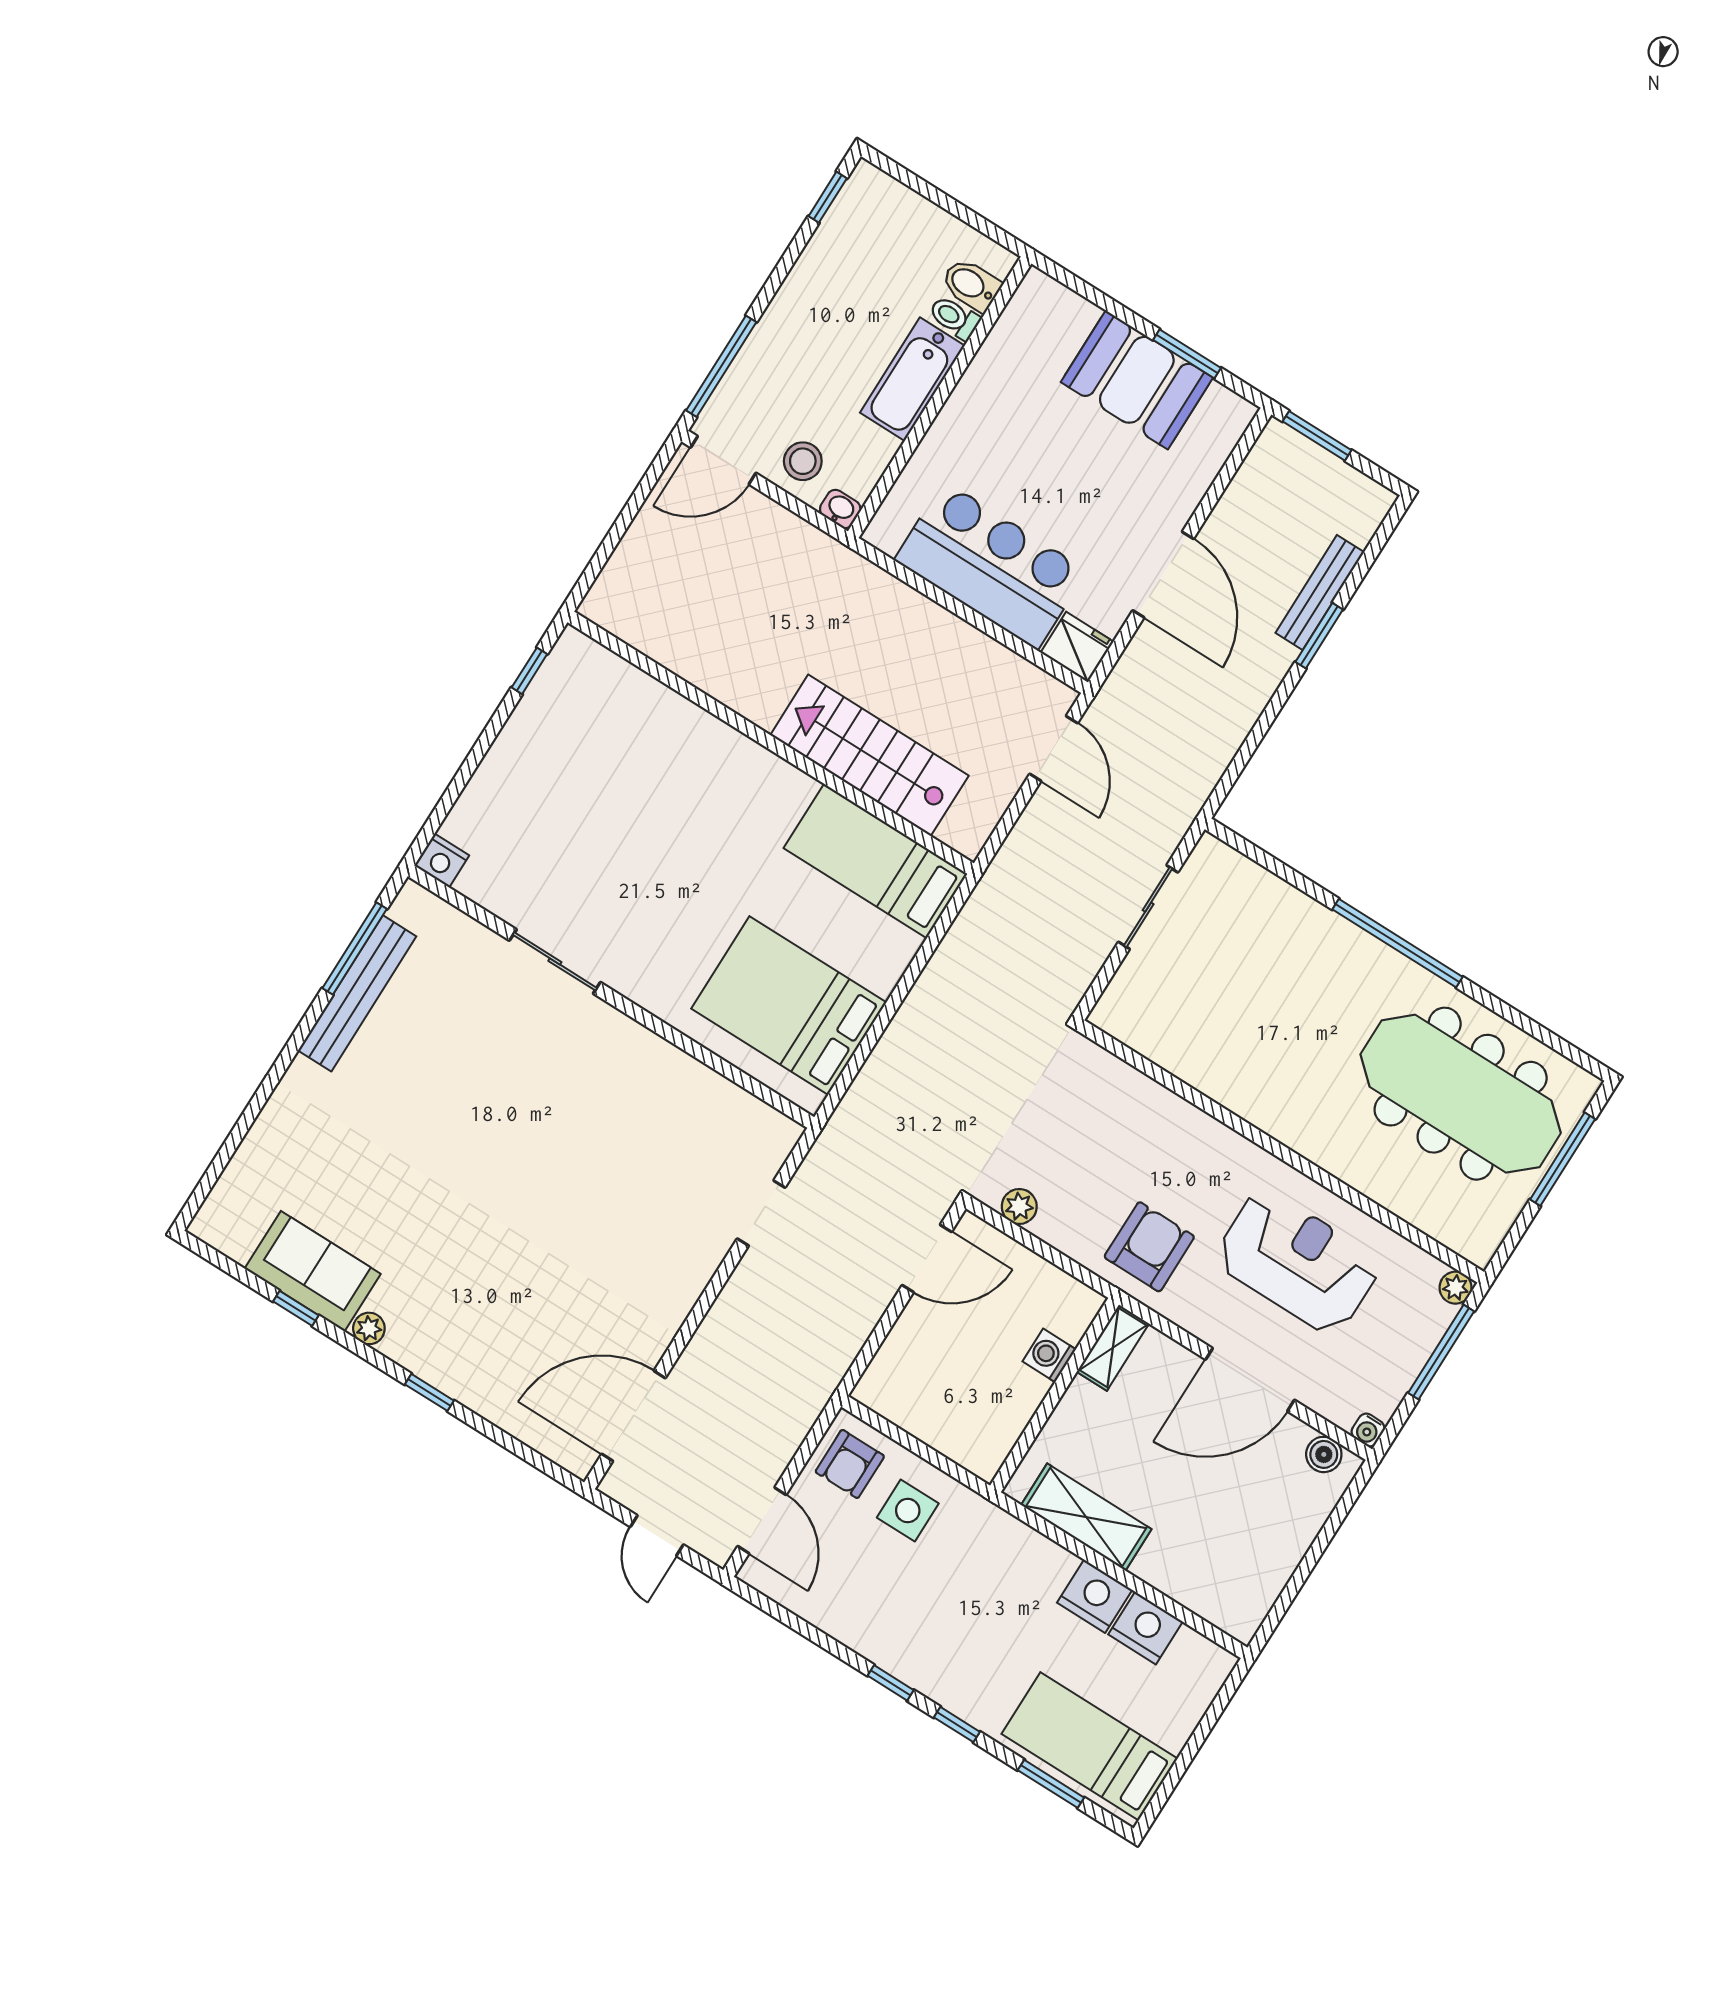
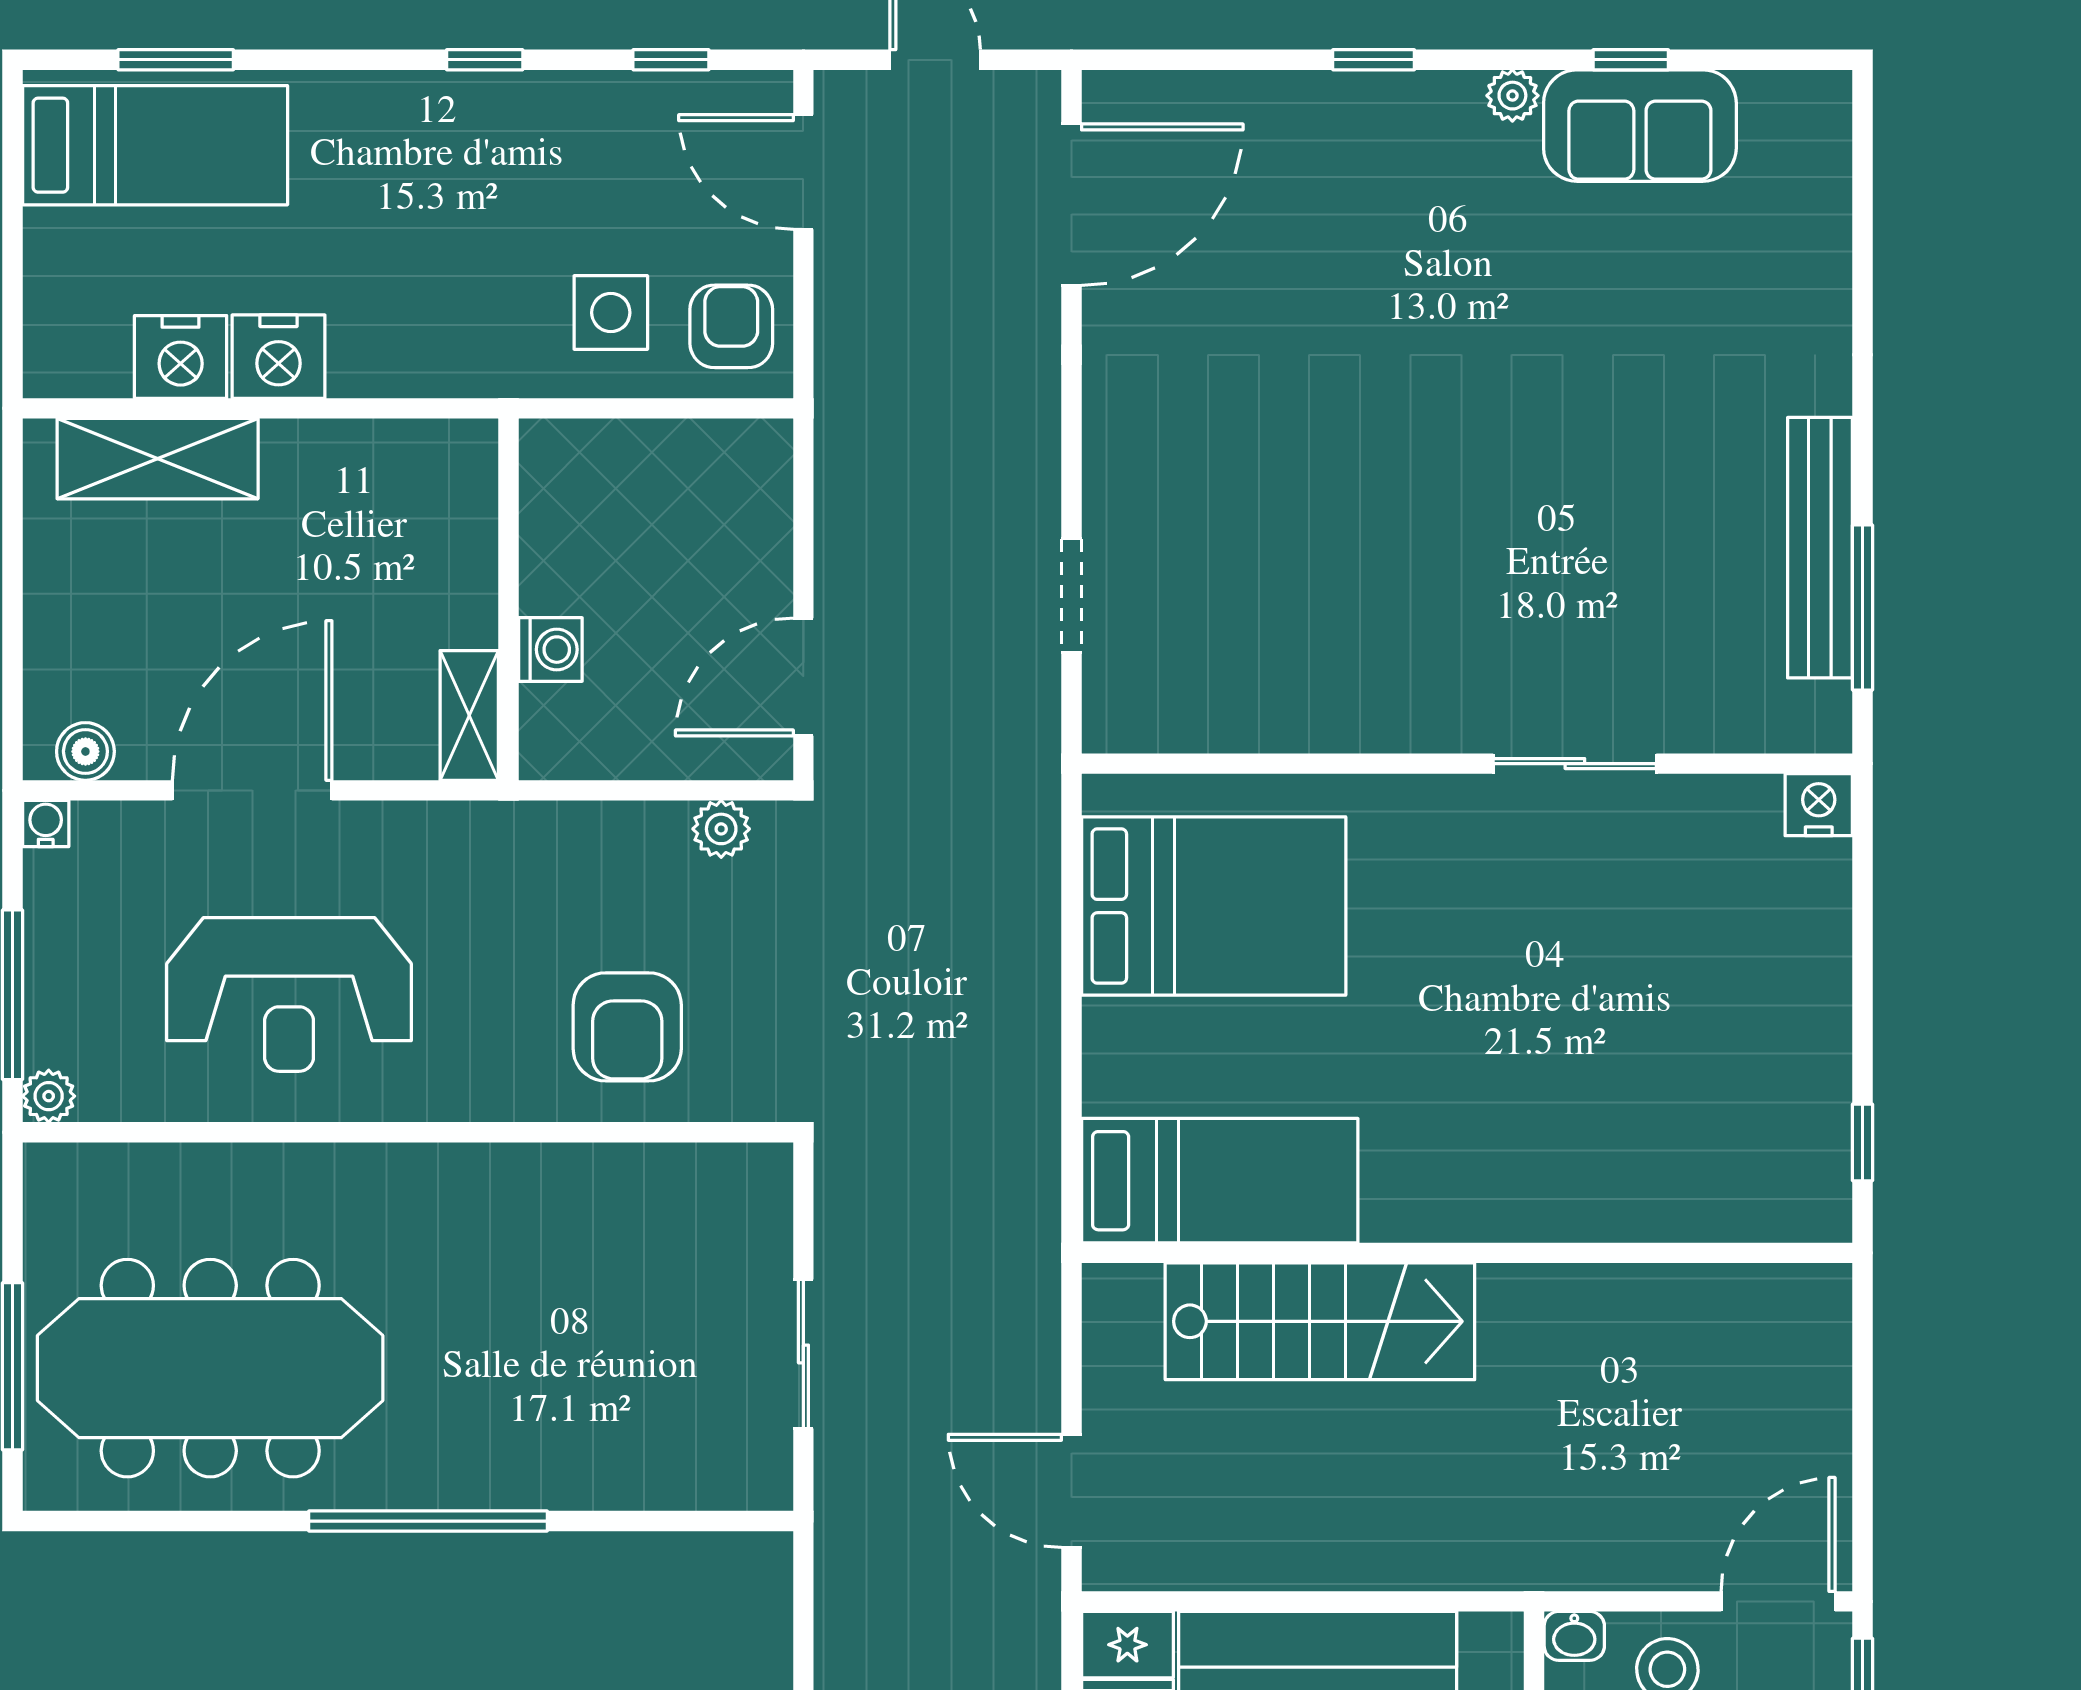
armchair: (1149, 1247) -> (627, 1027), moved
shelving: (1086, 1517) -> (158, 459), moved
window: (957, 1725) -> (671, 60), moved

